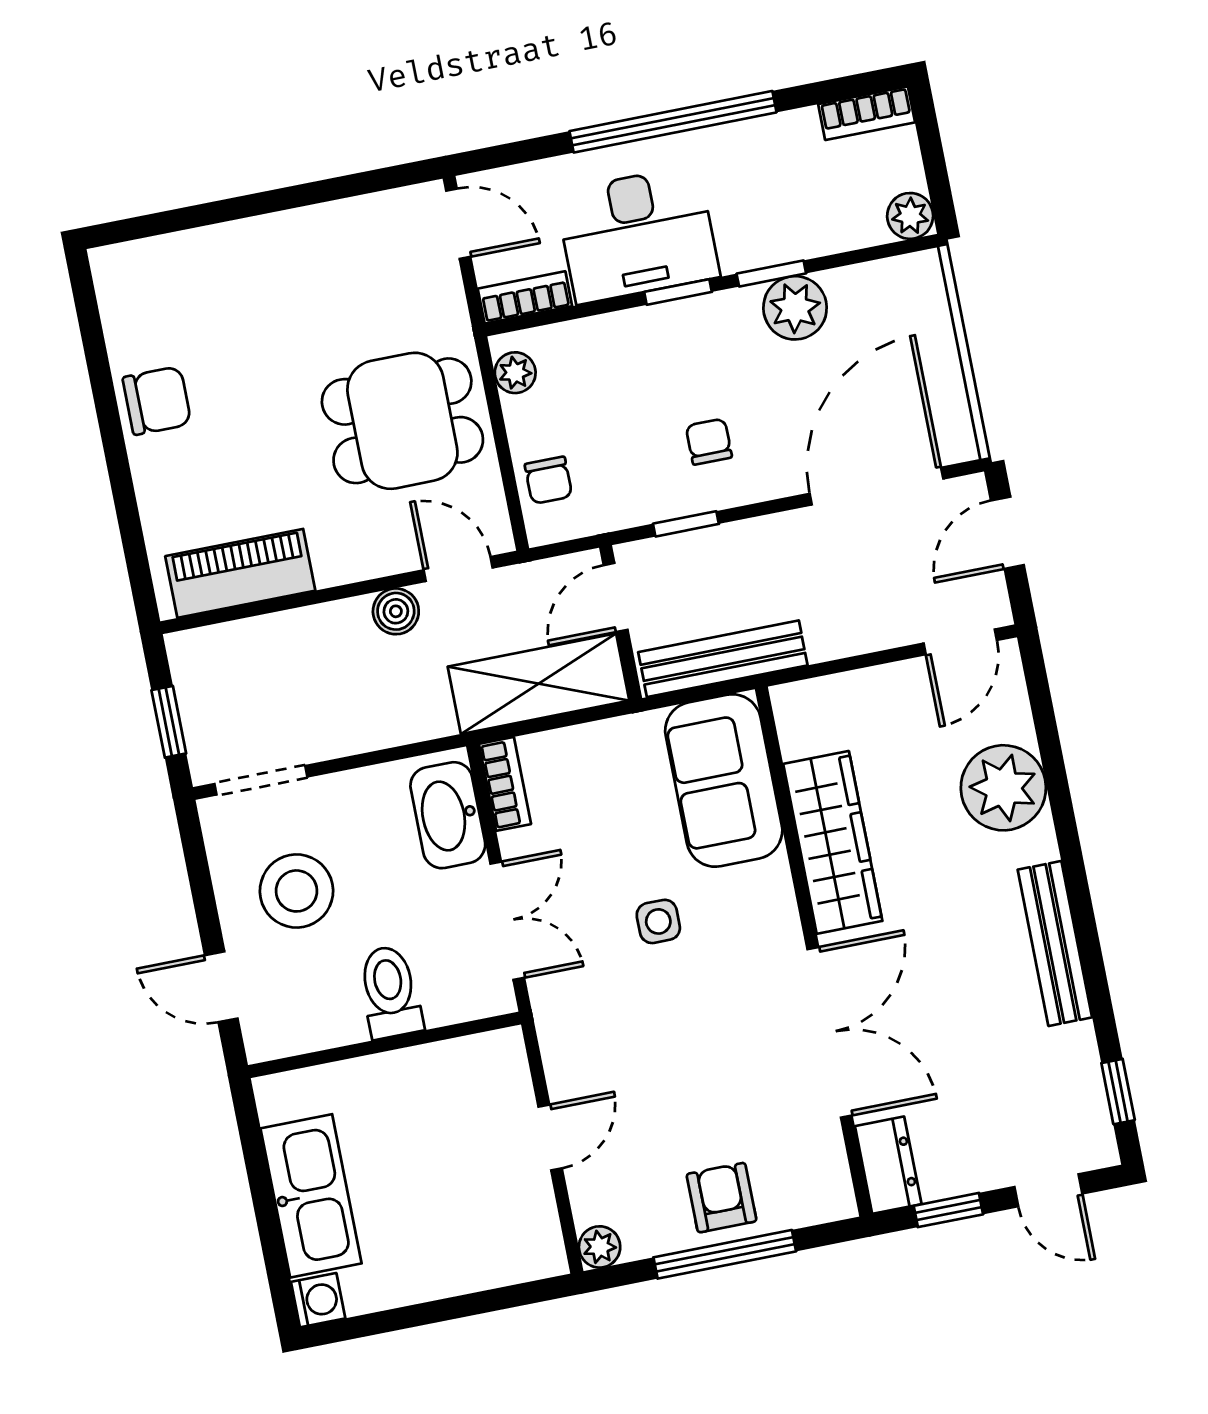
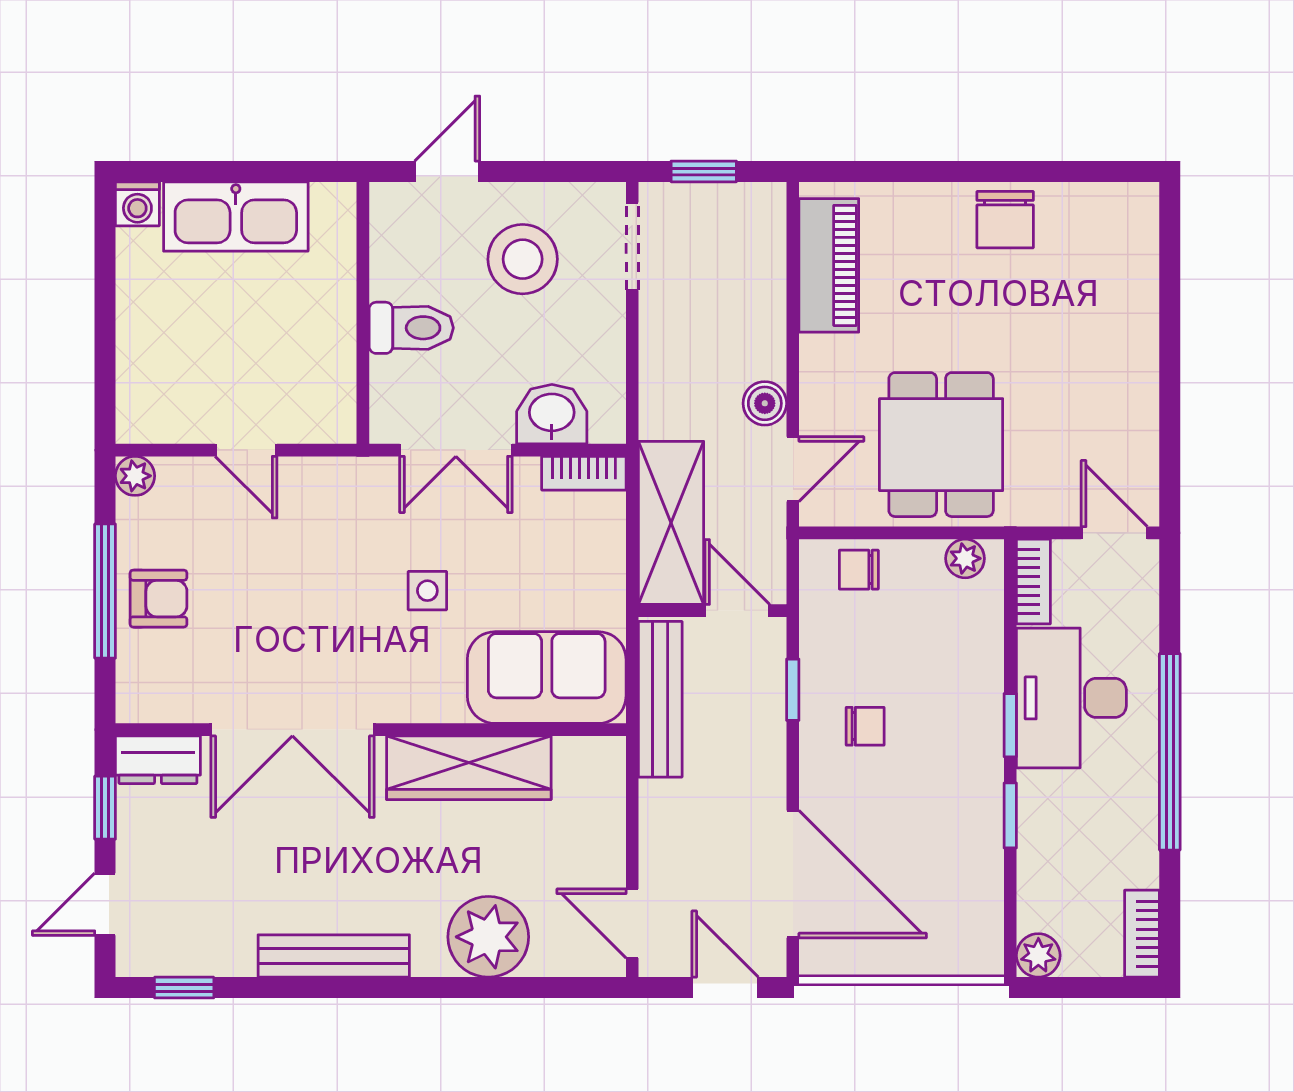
door: (458, 224) -> (1114, 533), swing flipped
plant: (795, 308) -> (974, 831), removed
washbasin: (448, 815) -> (552, 414), width x0.72

